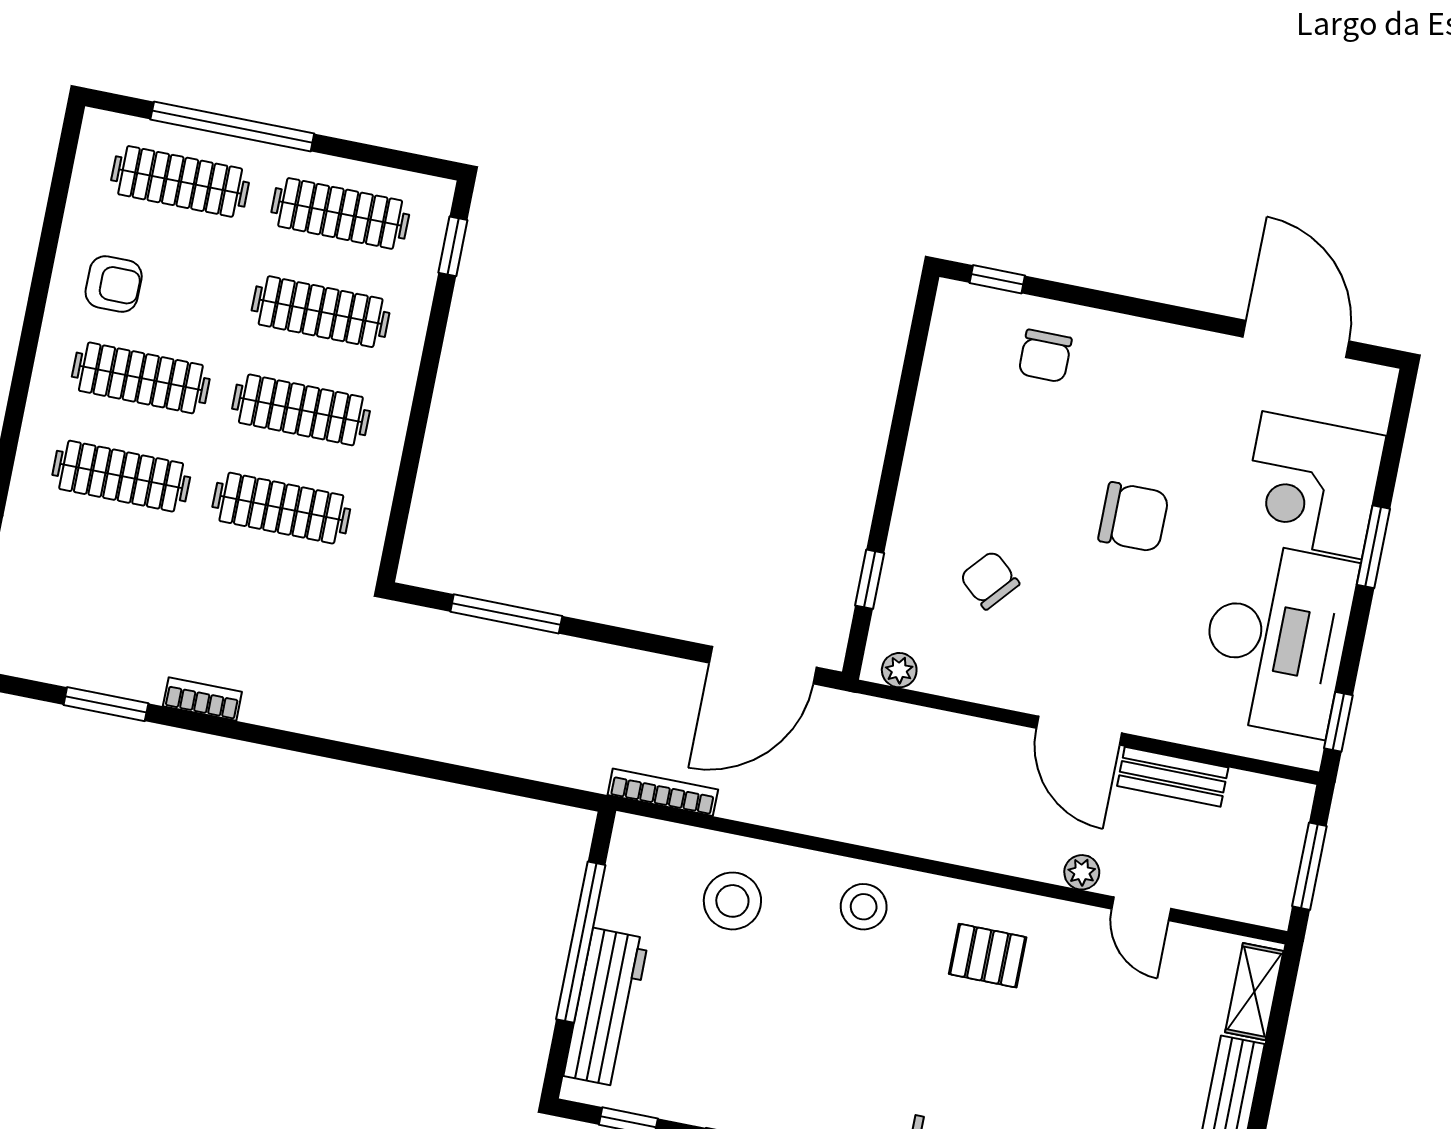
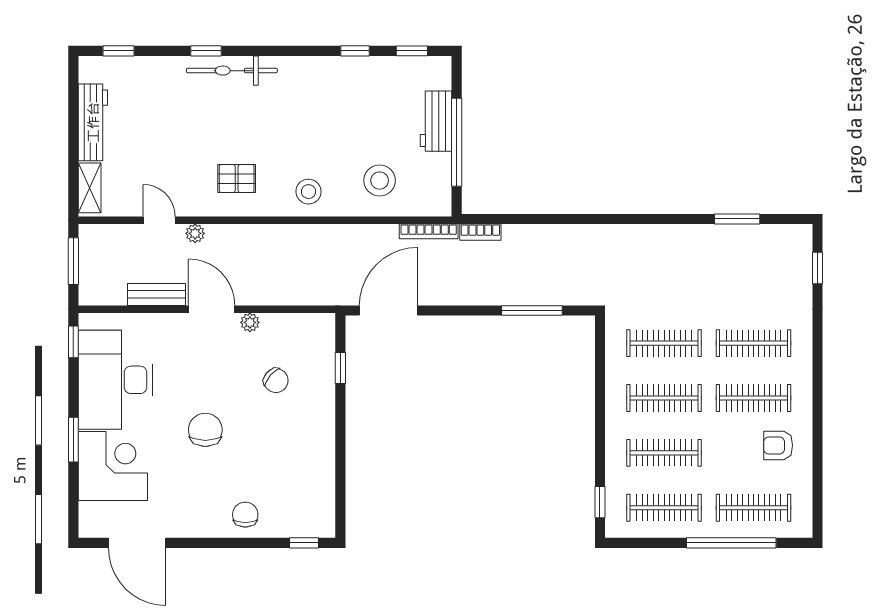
chair: (1045, 356) -> (245, 515), moved
chair: (1134, 517) -> (205, 430), turned 90
plant: (899, 670) -> (250, 322), moved
bookcase: (202, 699) -> (480, 232), moved
workbench: (606, 1007) -> (436, 121), width x0.73

